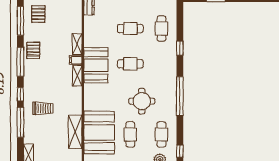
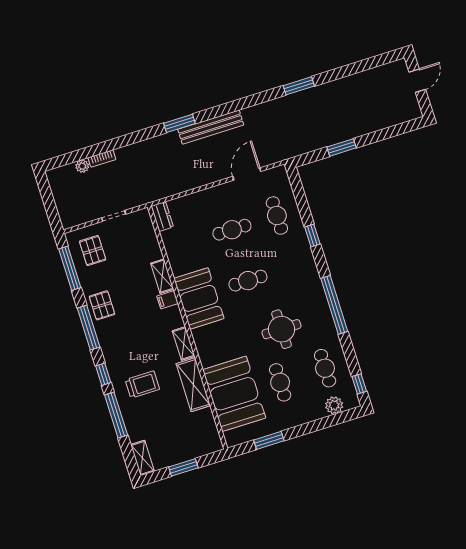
shelving: (77, 76) -> (184, 344), moved
shelving: (75, 132) -> (193, 385), moved

